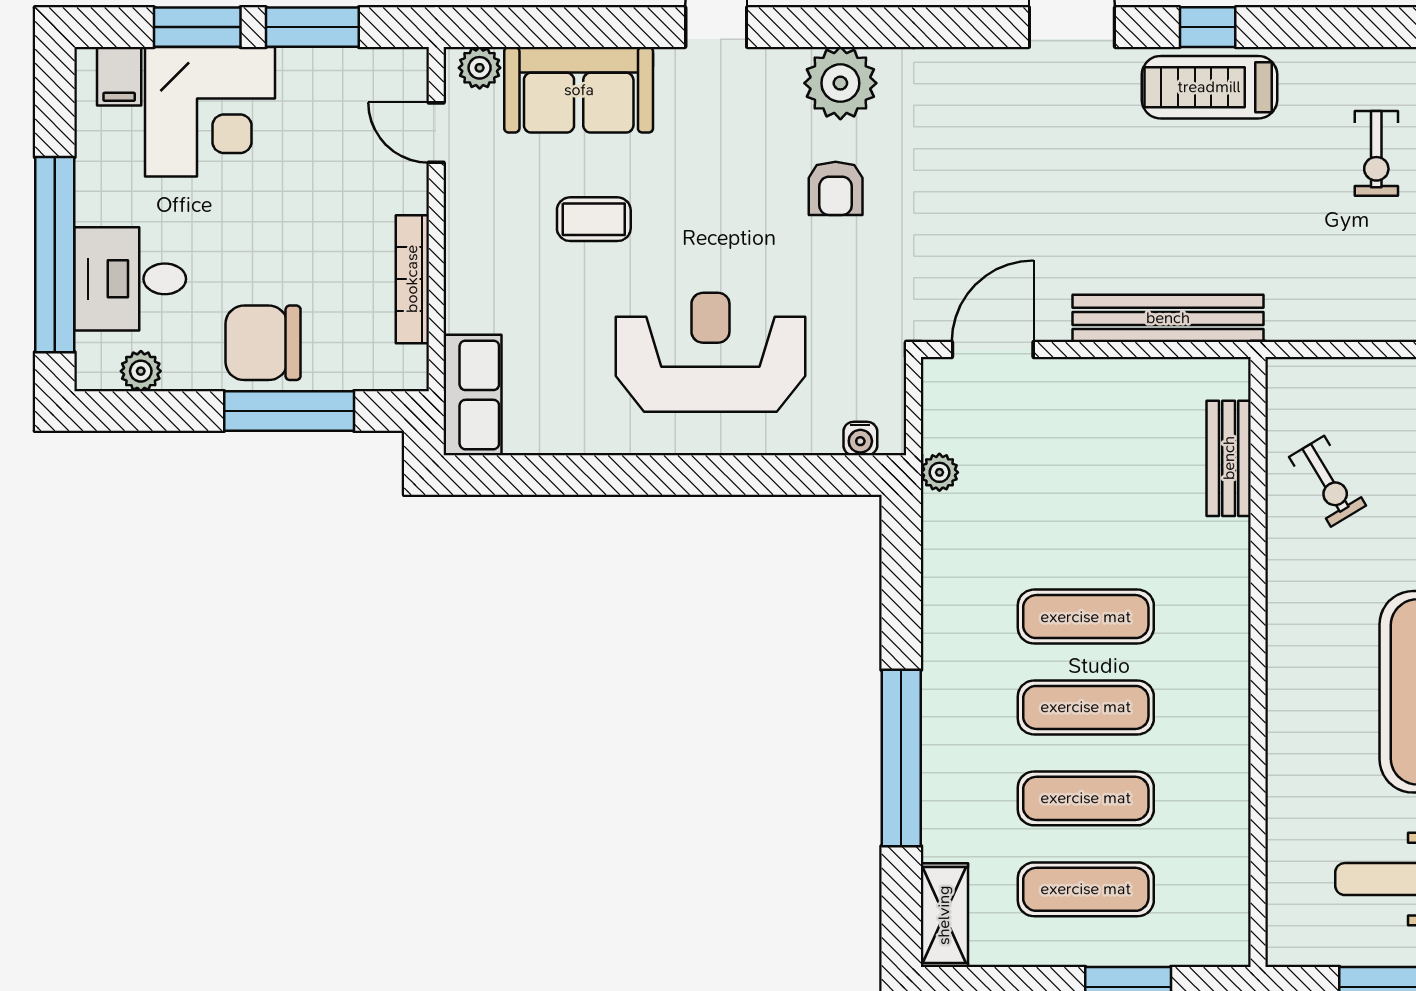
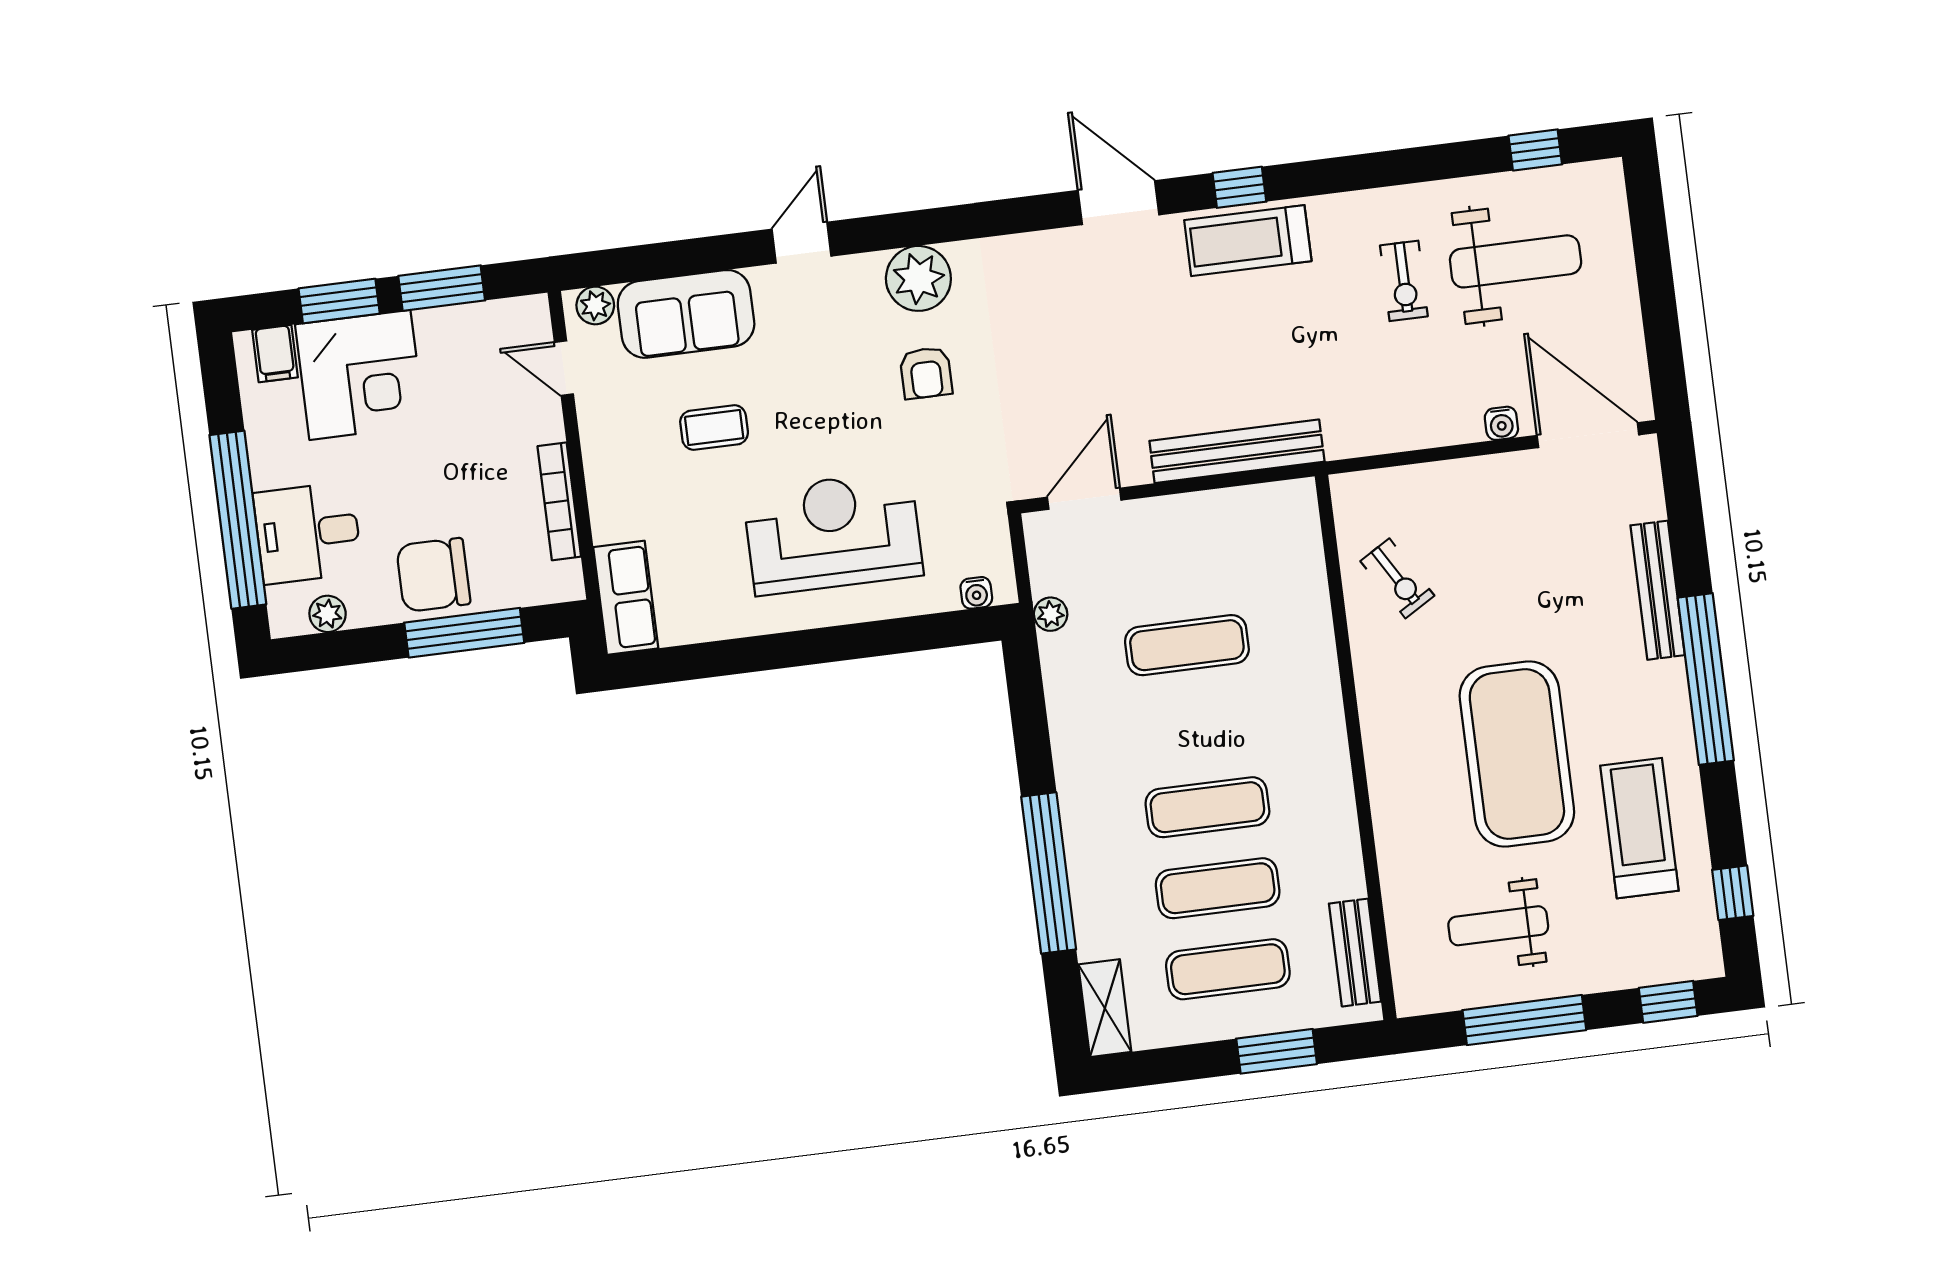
bench: (1229, 458) -> (1355, 953), moved
exercise mat: (1086, 617) -> (1187, 645), moved

